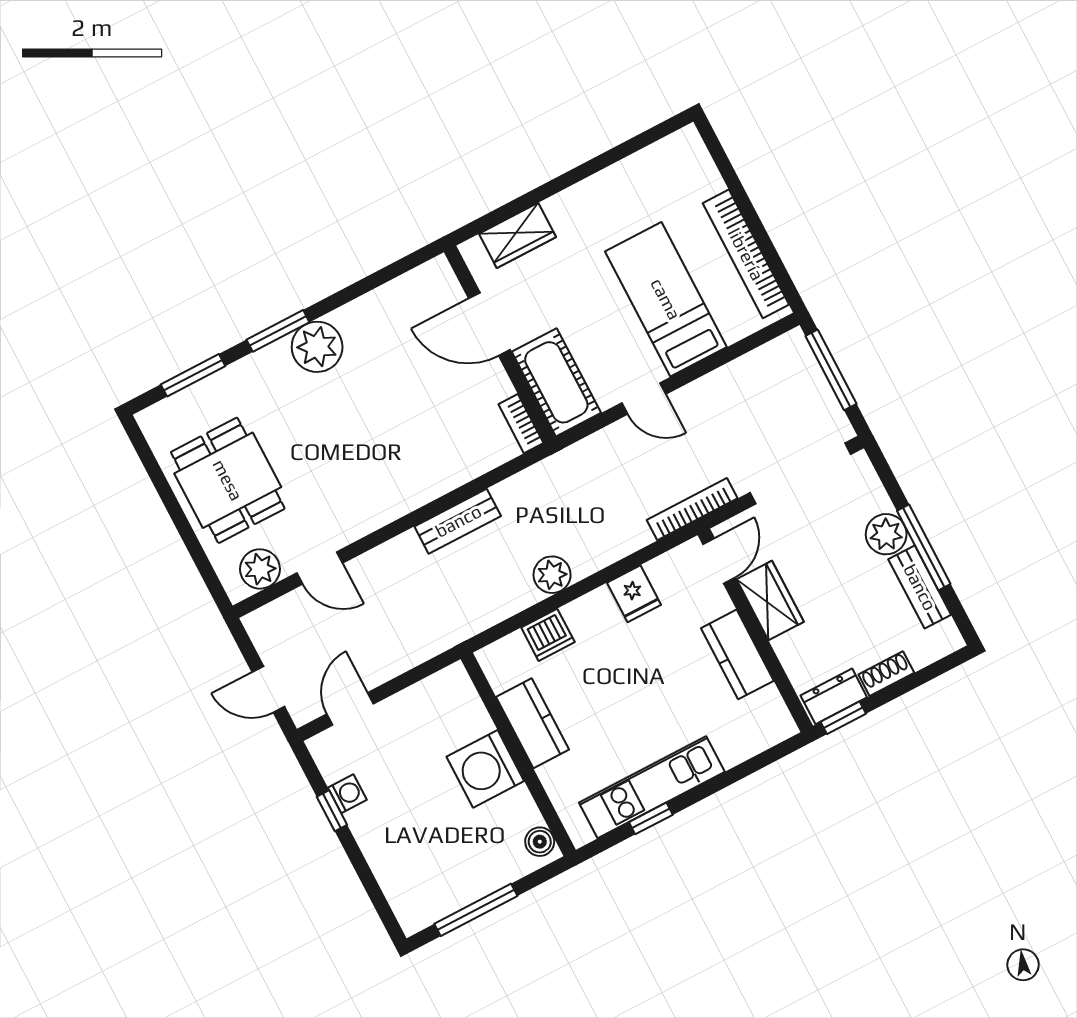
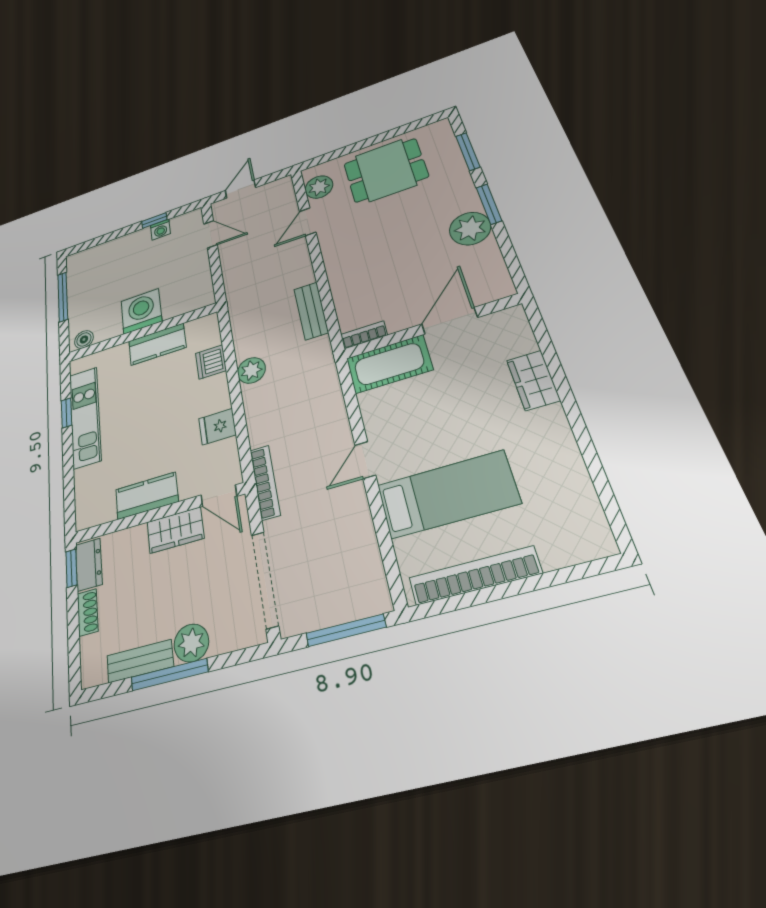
door: (489, 324) -> (450, 321), moved
wall: (500, 344) -> (431, 327), moved
cot: (556, 382) -> (389, 364), moved
bookcase: (521, 424) -> (364, 335), moved

